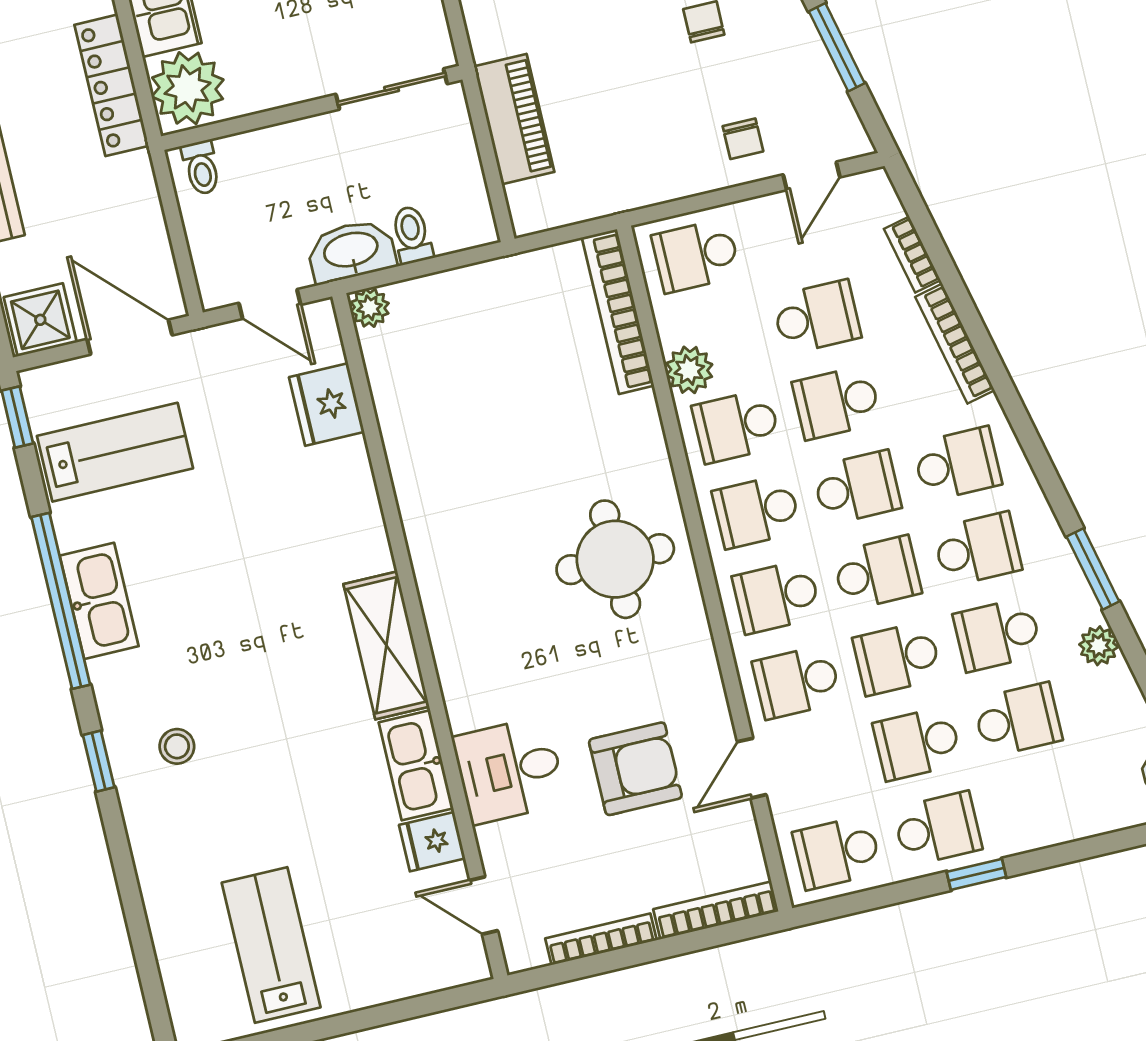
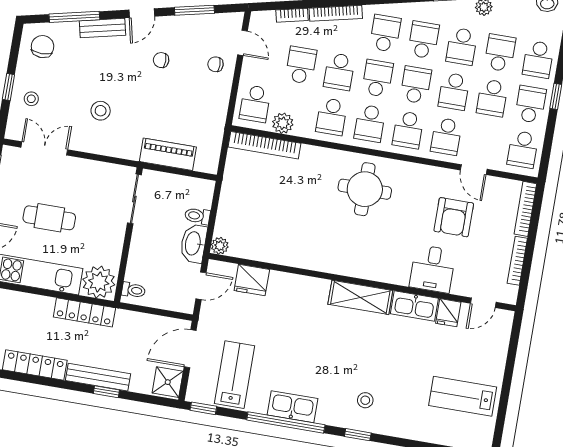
chair: (743, 139) -> (215, 64), turned 180
plant: (689, 370) -> (283, 123), moved
armchair: (635, 769) -> (454, 217), turned 180
school desk: (1038, 805) -> (538, 59), added

